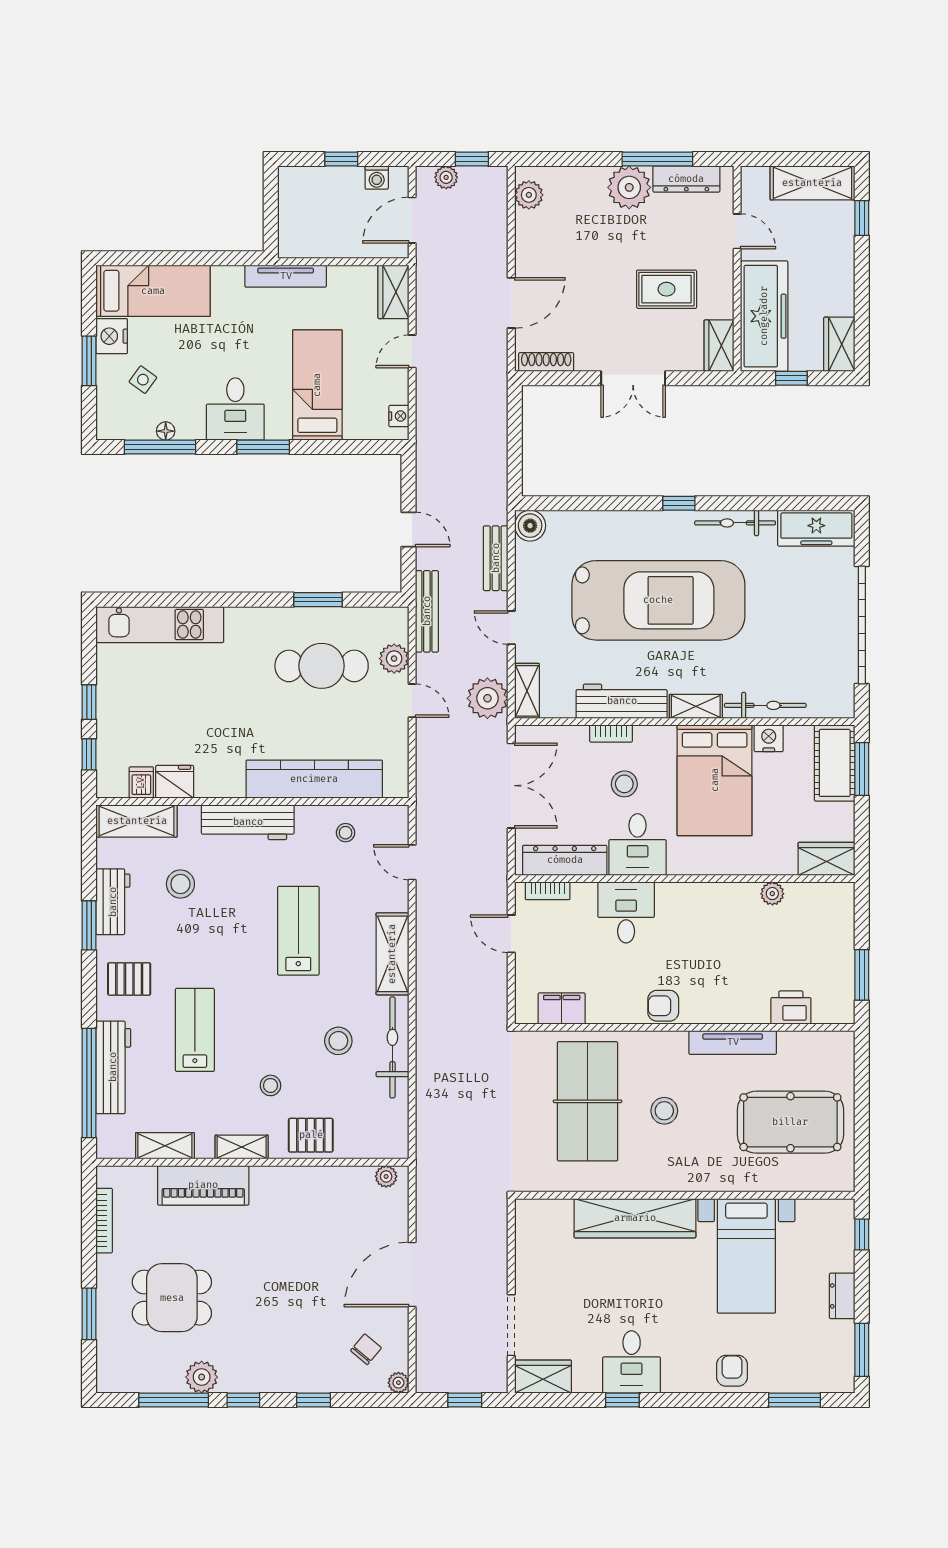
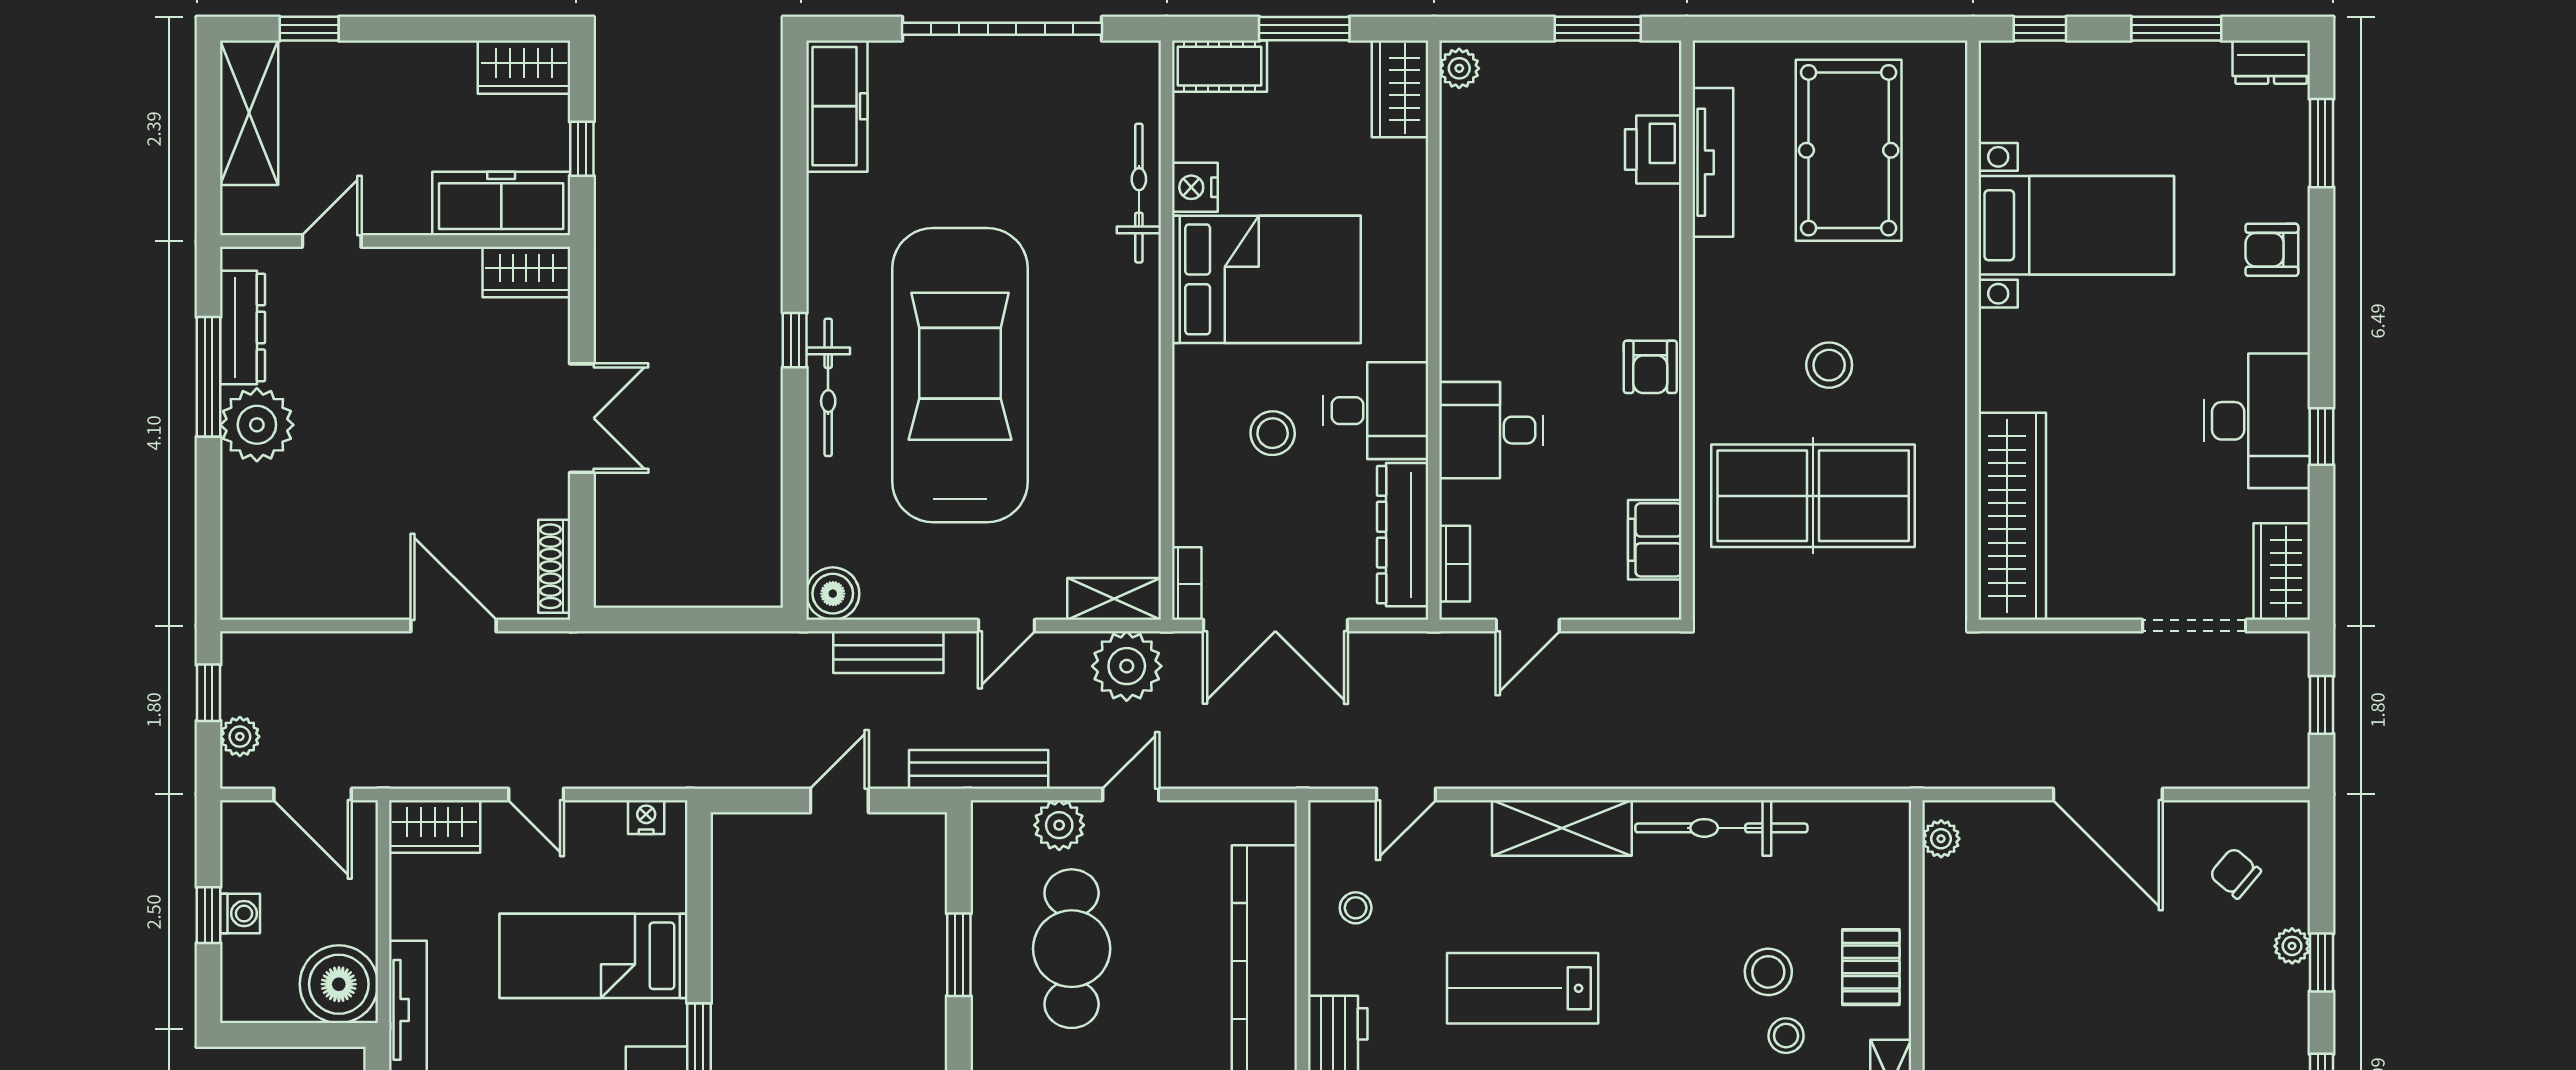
washing machine: (377, 178) -> (240, 914), moved
plant: (529, 195) -> (270, 596), removed
boiler: (301, 236) -> (339, 984), added
rug: (667, 289) -> (430, 361), removed
freezer: (764, 316) -> (501, 203), width x0.73, depth x0.79
bicycle: (735, 523) -> (828, 387), moved
workbench: (622, 701) -> (1132, 438), removed
shelving: (696, 706) -> (1141, 311), removed
bookcase: (611, 733) -> (1187, 584), moved
cot: (835, 763) -> (1219, 66), width x0.73, depth x0.75
window: (862, 769) -> (1304, 29), moved
double door: (511, 786) -> (1275, 626), swing flipped
plant: (772, 894) -> (1459, 68), moved
stool: (338, 1041) -> (1768, 972), moved
tv unit: (733, 1042) -> (1713, 162), moved
wardrobe: (635, 1218) -> (2012, 516), moved
dresser: (842, 1296) -> (2271, 62), moved
window: (862, 1350) -> (2176, 29), moved
desk: (632, 1362) -> (2257, 421), width x1.37
plant: (398, 1383) -> (2292, 946), moved

